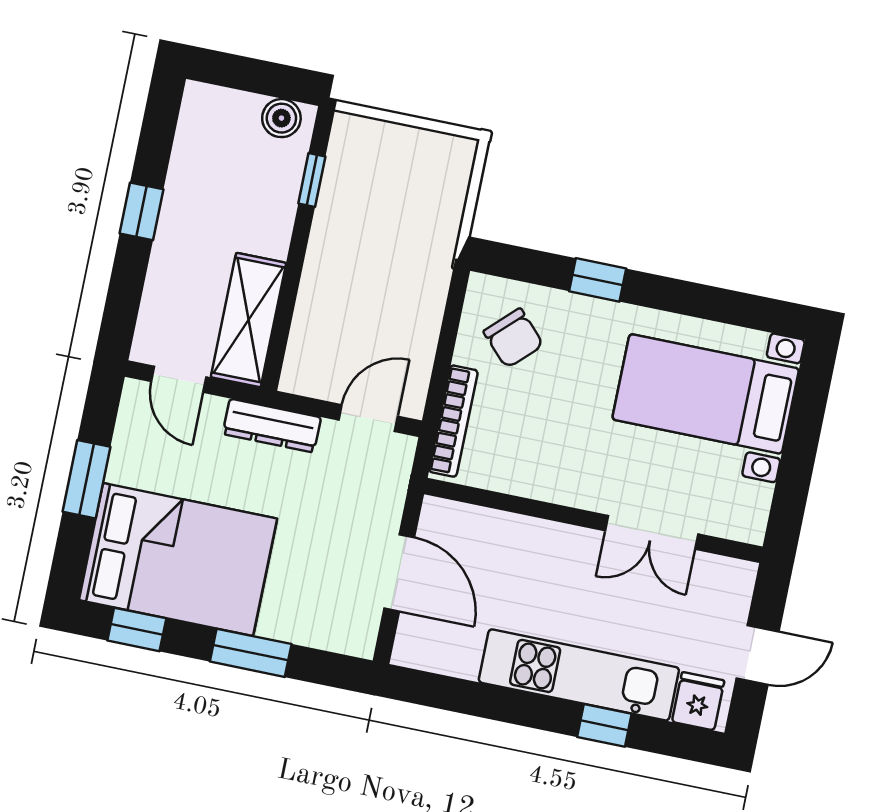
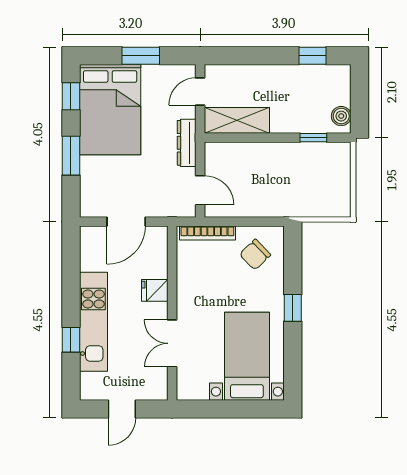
window: (142, 211) -> (313, 56), moved
window: (598, 280) -> (293, 308), moved
door: (758, 655) -> (122, 409), hinge flipped
fridge: (698, 701) -> (155, 290), moved, turned 180

